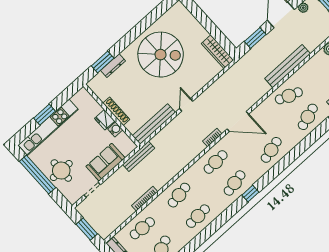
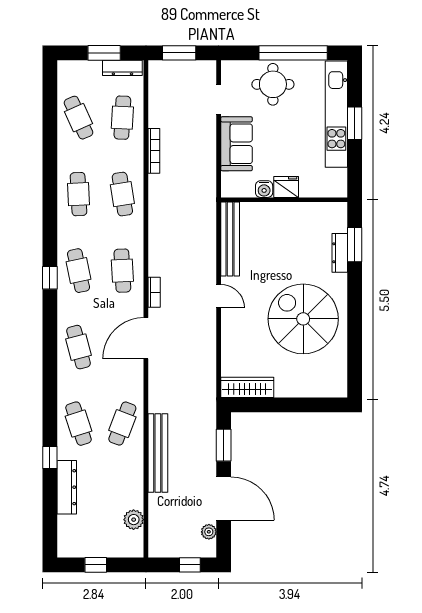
spiral stairs: (161, 55) -> (303, 319), turned 90
shoe rack: (116, 111) -> (284, 209), removed
bench: (139, 156) -> (209, 188), removed

